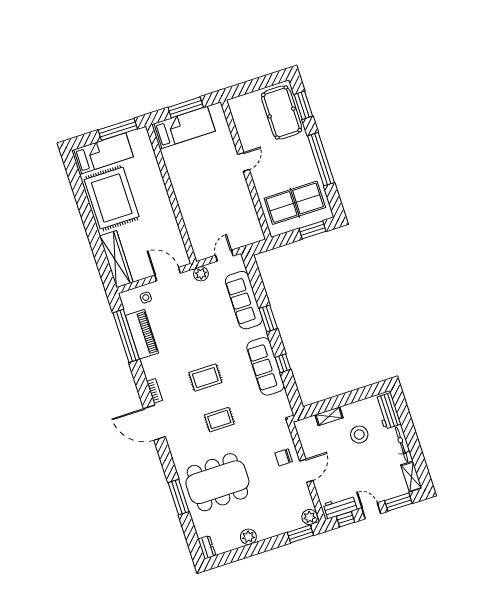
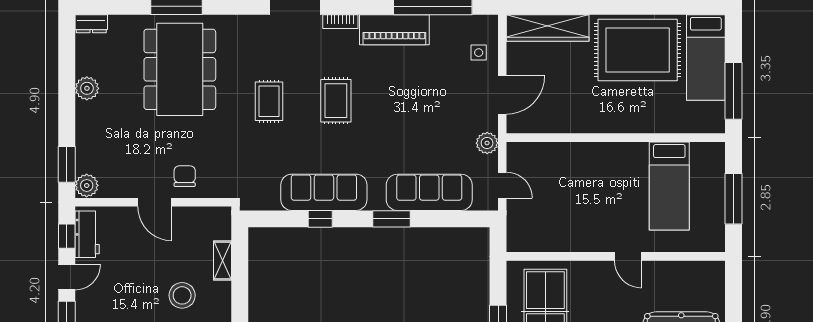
bed: (183, 128) -> (669, 186), moved
piano: (142, 334) -> (394, 30), moved

